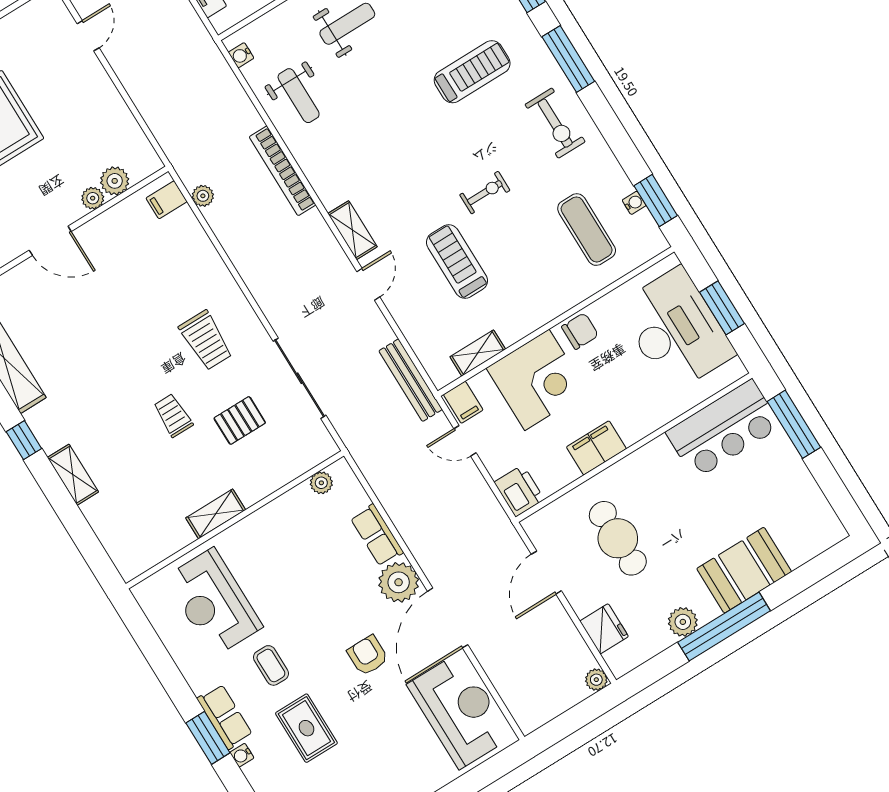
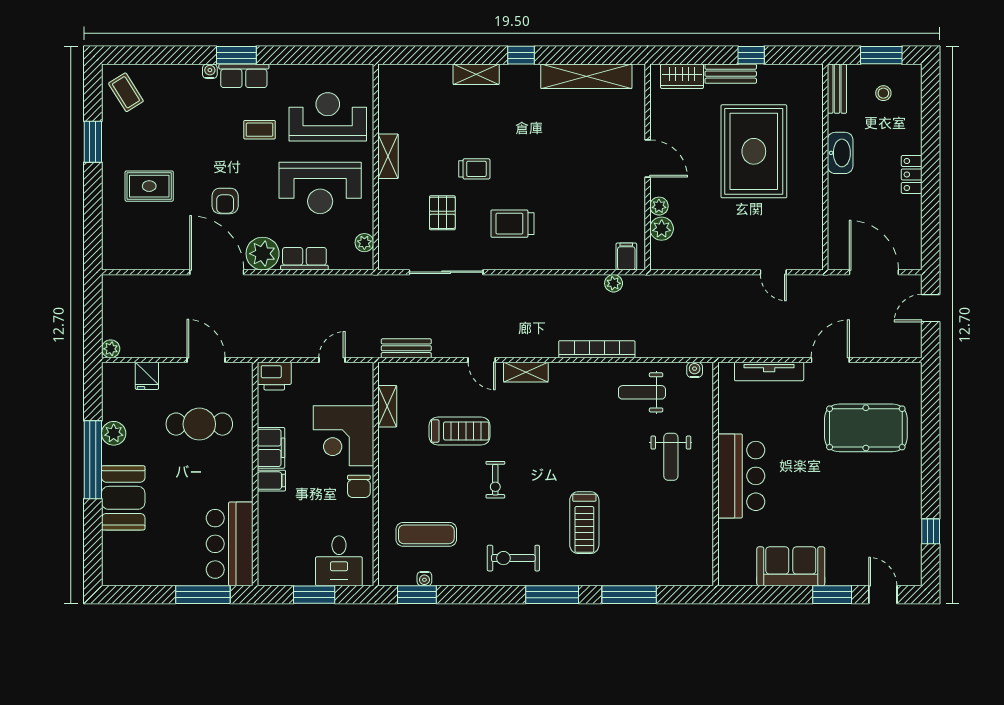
door: (50, 241) -> (648, 158), swing flipped
desk: (676, 330) -> (339, 561), width x0.53, depth x0.77
bench: (411, 380) -> (406, 348), width x0.73
filing cabinet: (463, 402) -> (271, 481), moved, turned 180
fridge: (604, 629) -> (147, 376), width x0.72
armchair: (368, 655) -> (225, 201), turned 90
reception desk: (460, 711) -> (320, 188), moved
rug: (306, 728) -> (149, 186), moved

